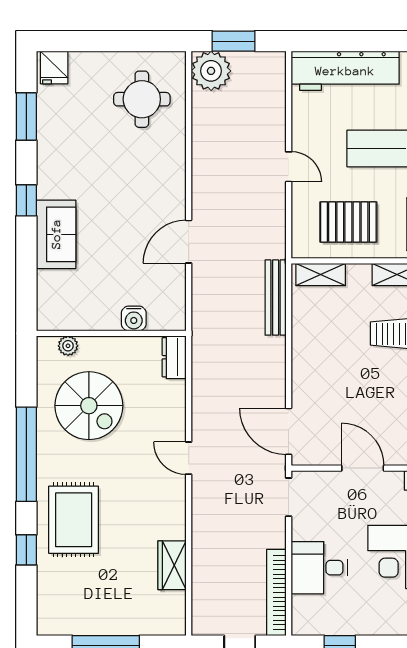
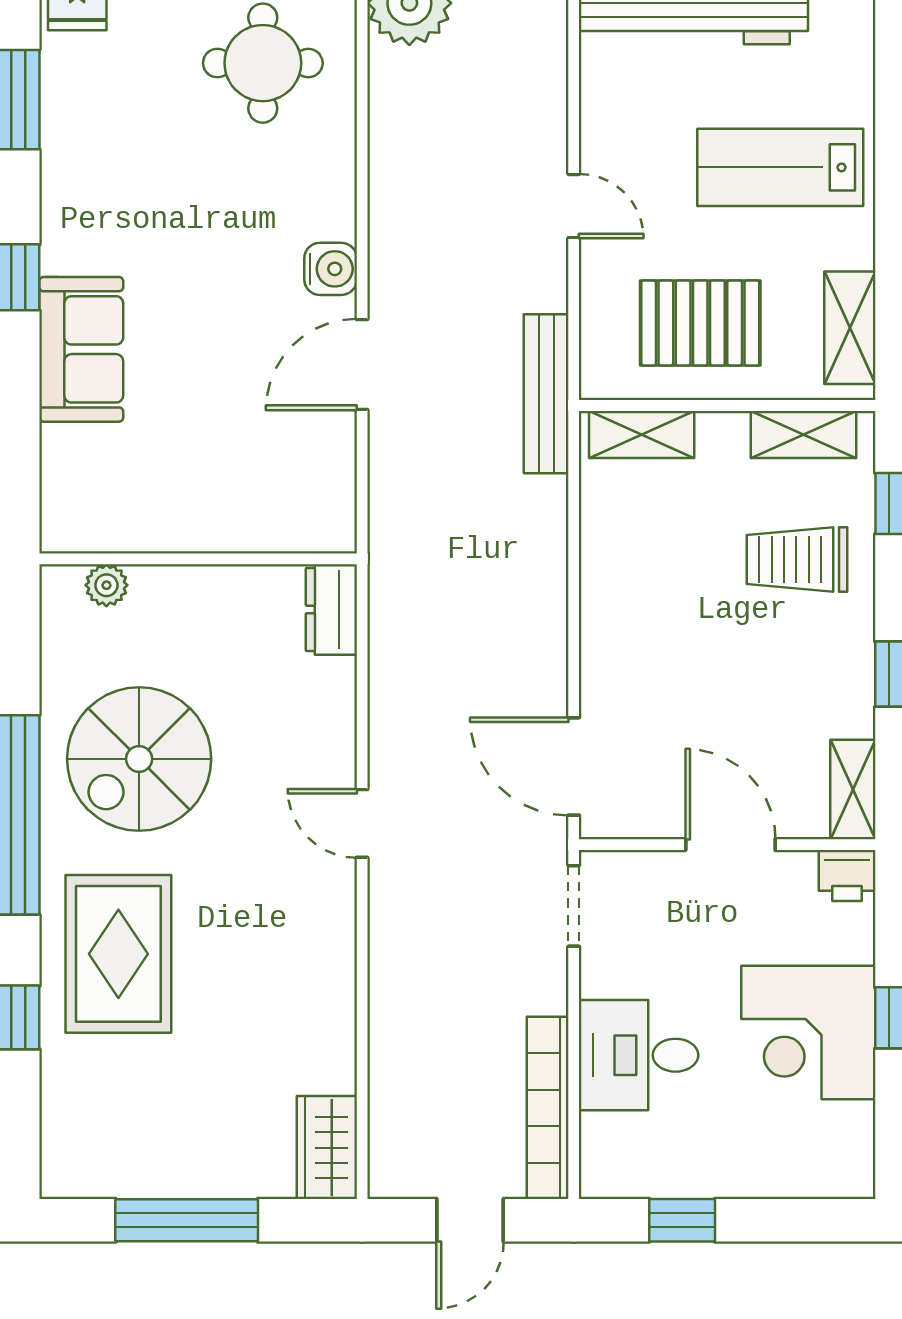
bench: (276, 298) -> (546, 394), moved
water cooler: (134, 318) -> (331, 269), moved, turned -90
spiral stairs: (89, 406) -> (139, 759), moved, turned 90
wardrobe: (172, 565) -> (327, 1148), moved

